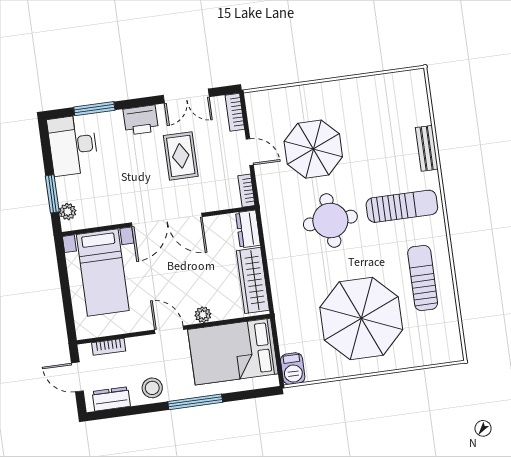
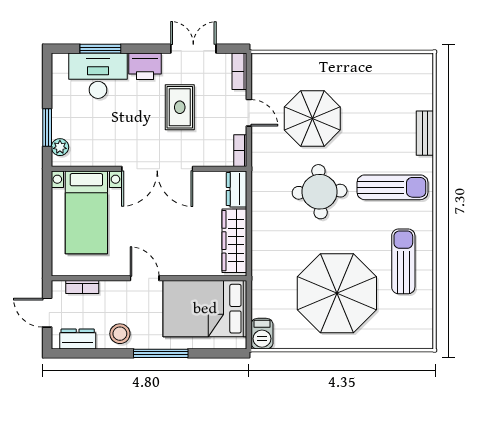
double door: (186, 96) -> (193, 49), swing flipped
desk: (73, 145) -> (98, 76), moved, turned 90
plant: (203, 315) -> (180, 268), removed

